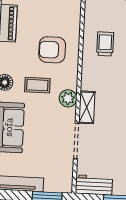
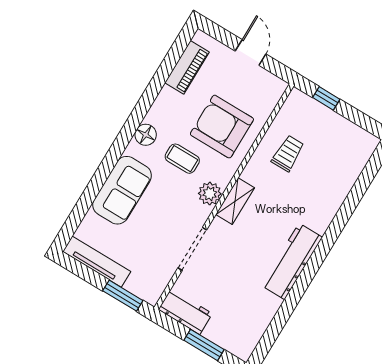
armchair: (52, 50) -> (222, 127), width x1.36, depth x1.36
shelving: (87, 107) -> (235, 201), moved

